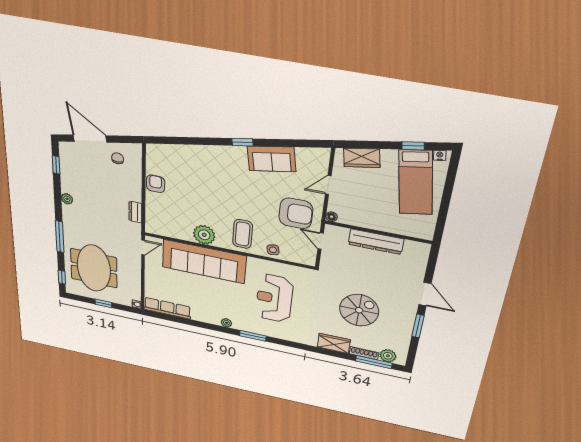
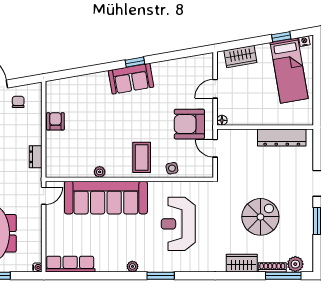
sofa: (271, 159) -> (131, 79), moved
armchair: (296, 213) -> (189, 124), turned 180
plant: (204, 235) -> (100, 172), width x0.53, depth x0.53
dresser: (376, 242) -> (282, 137), moved

